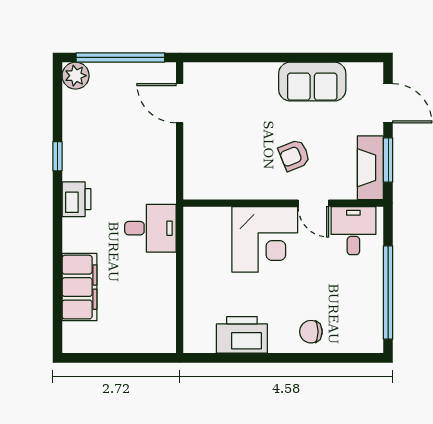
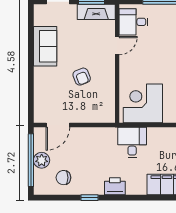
plant: (76, 76) -> (42, 160), moved
chair: (91, 112) -> (63, 178), added
armchair: (294, 155) -> (82, 77), moved
corner desk: (265, 239) -> (143, 103), moved, turned -90

